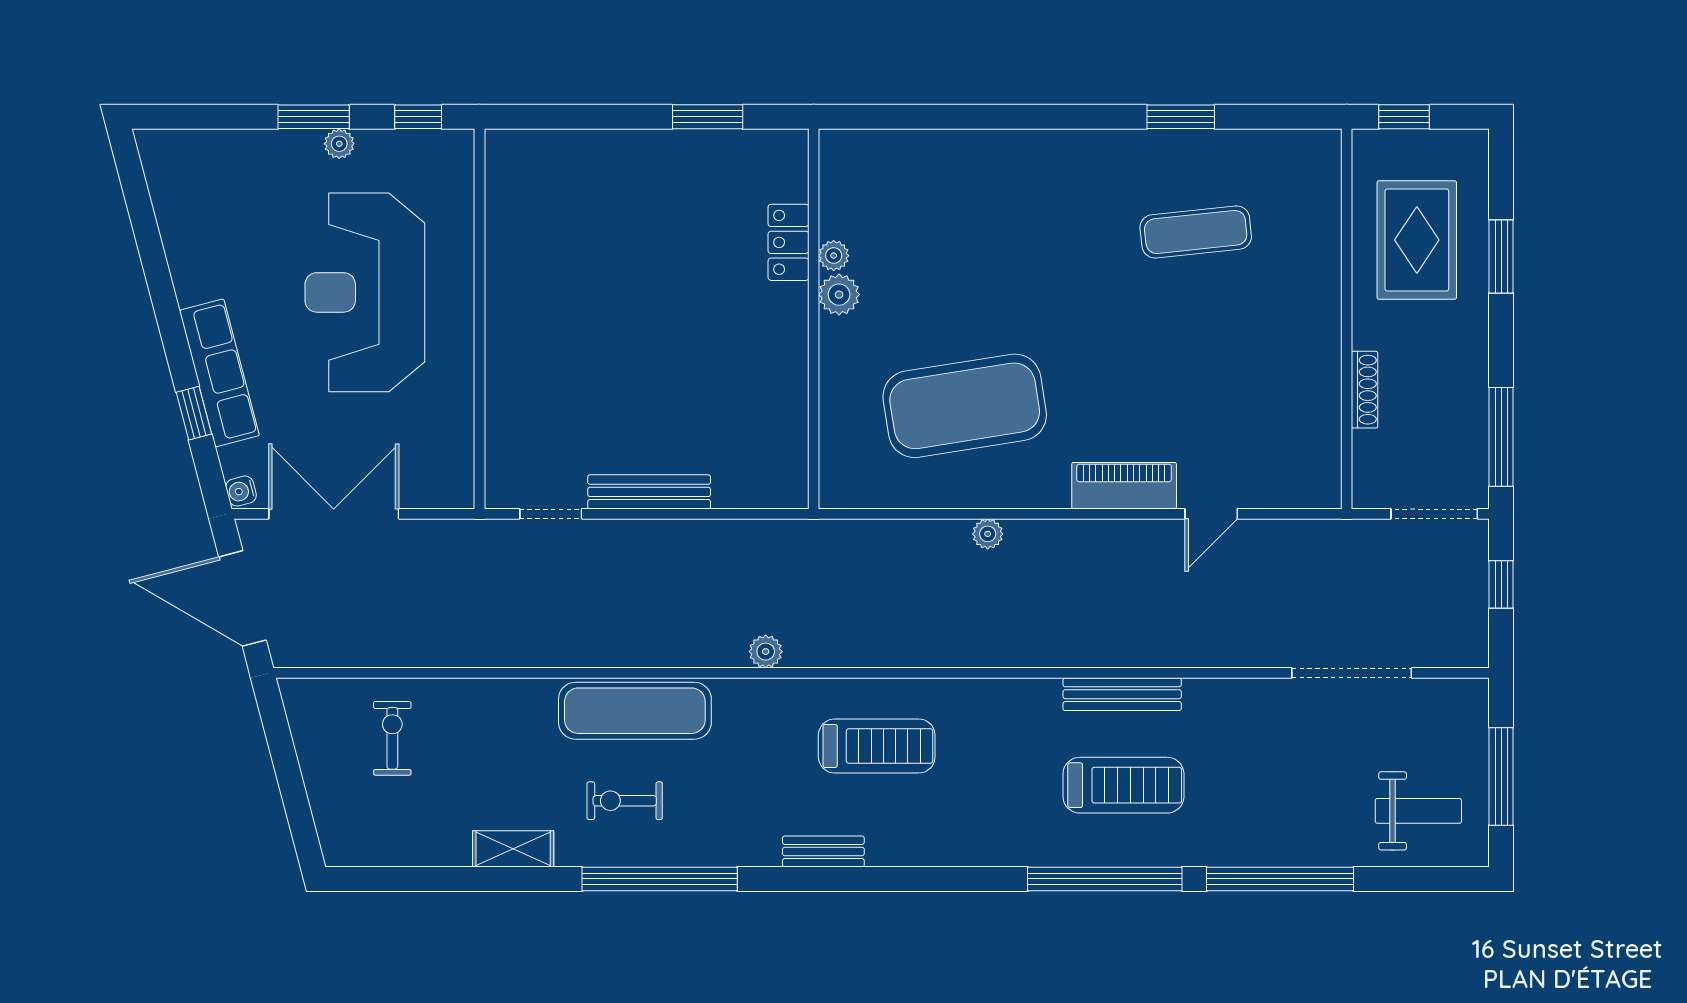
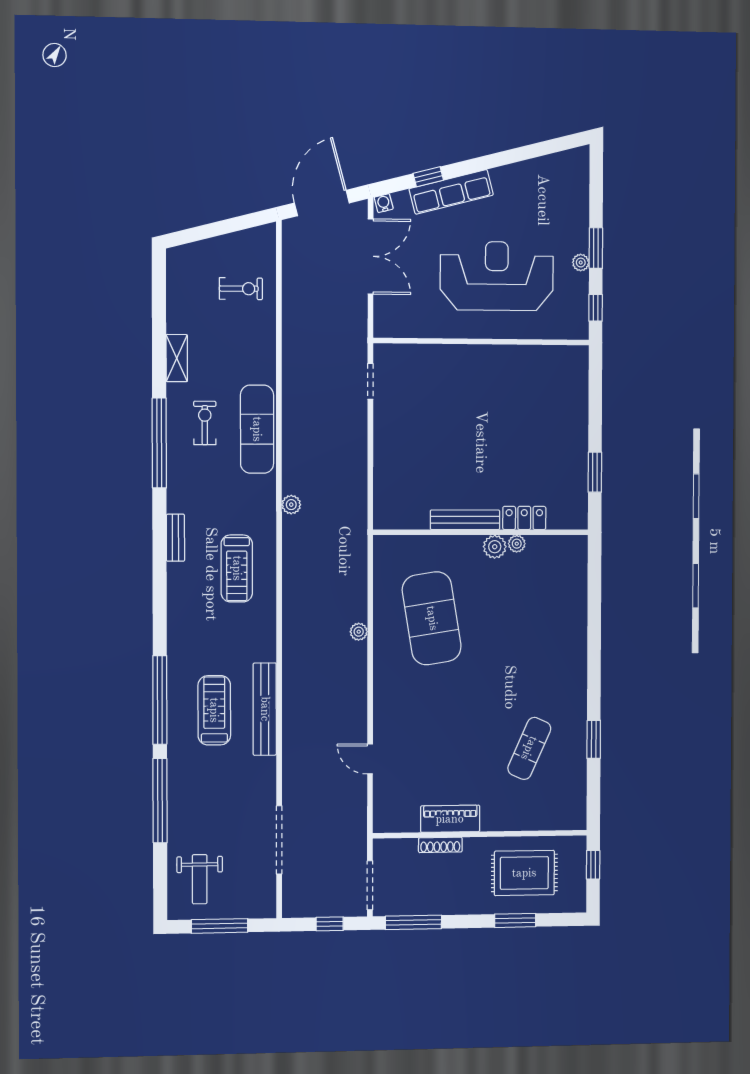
exercise mat: (1196, 232) -> (529, 748), turned 30
piano: (1124, 486) -> (450, 819), moved, turned -90
bench: (649, 492) -> (465, 520), moved, turned 90
bench: (1122, 694) -> (265, 709), width x1.37, depth x1.21
treadmill: (1123, 785) -> (214, 710), turned 180

